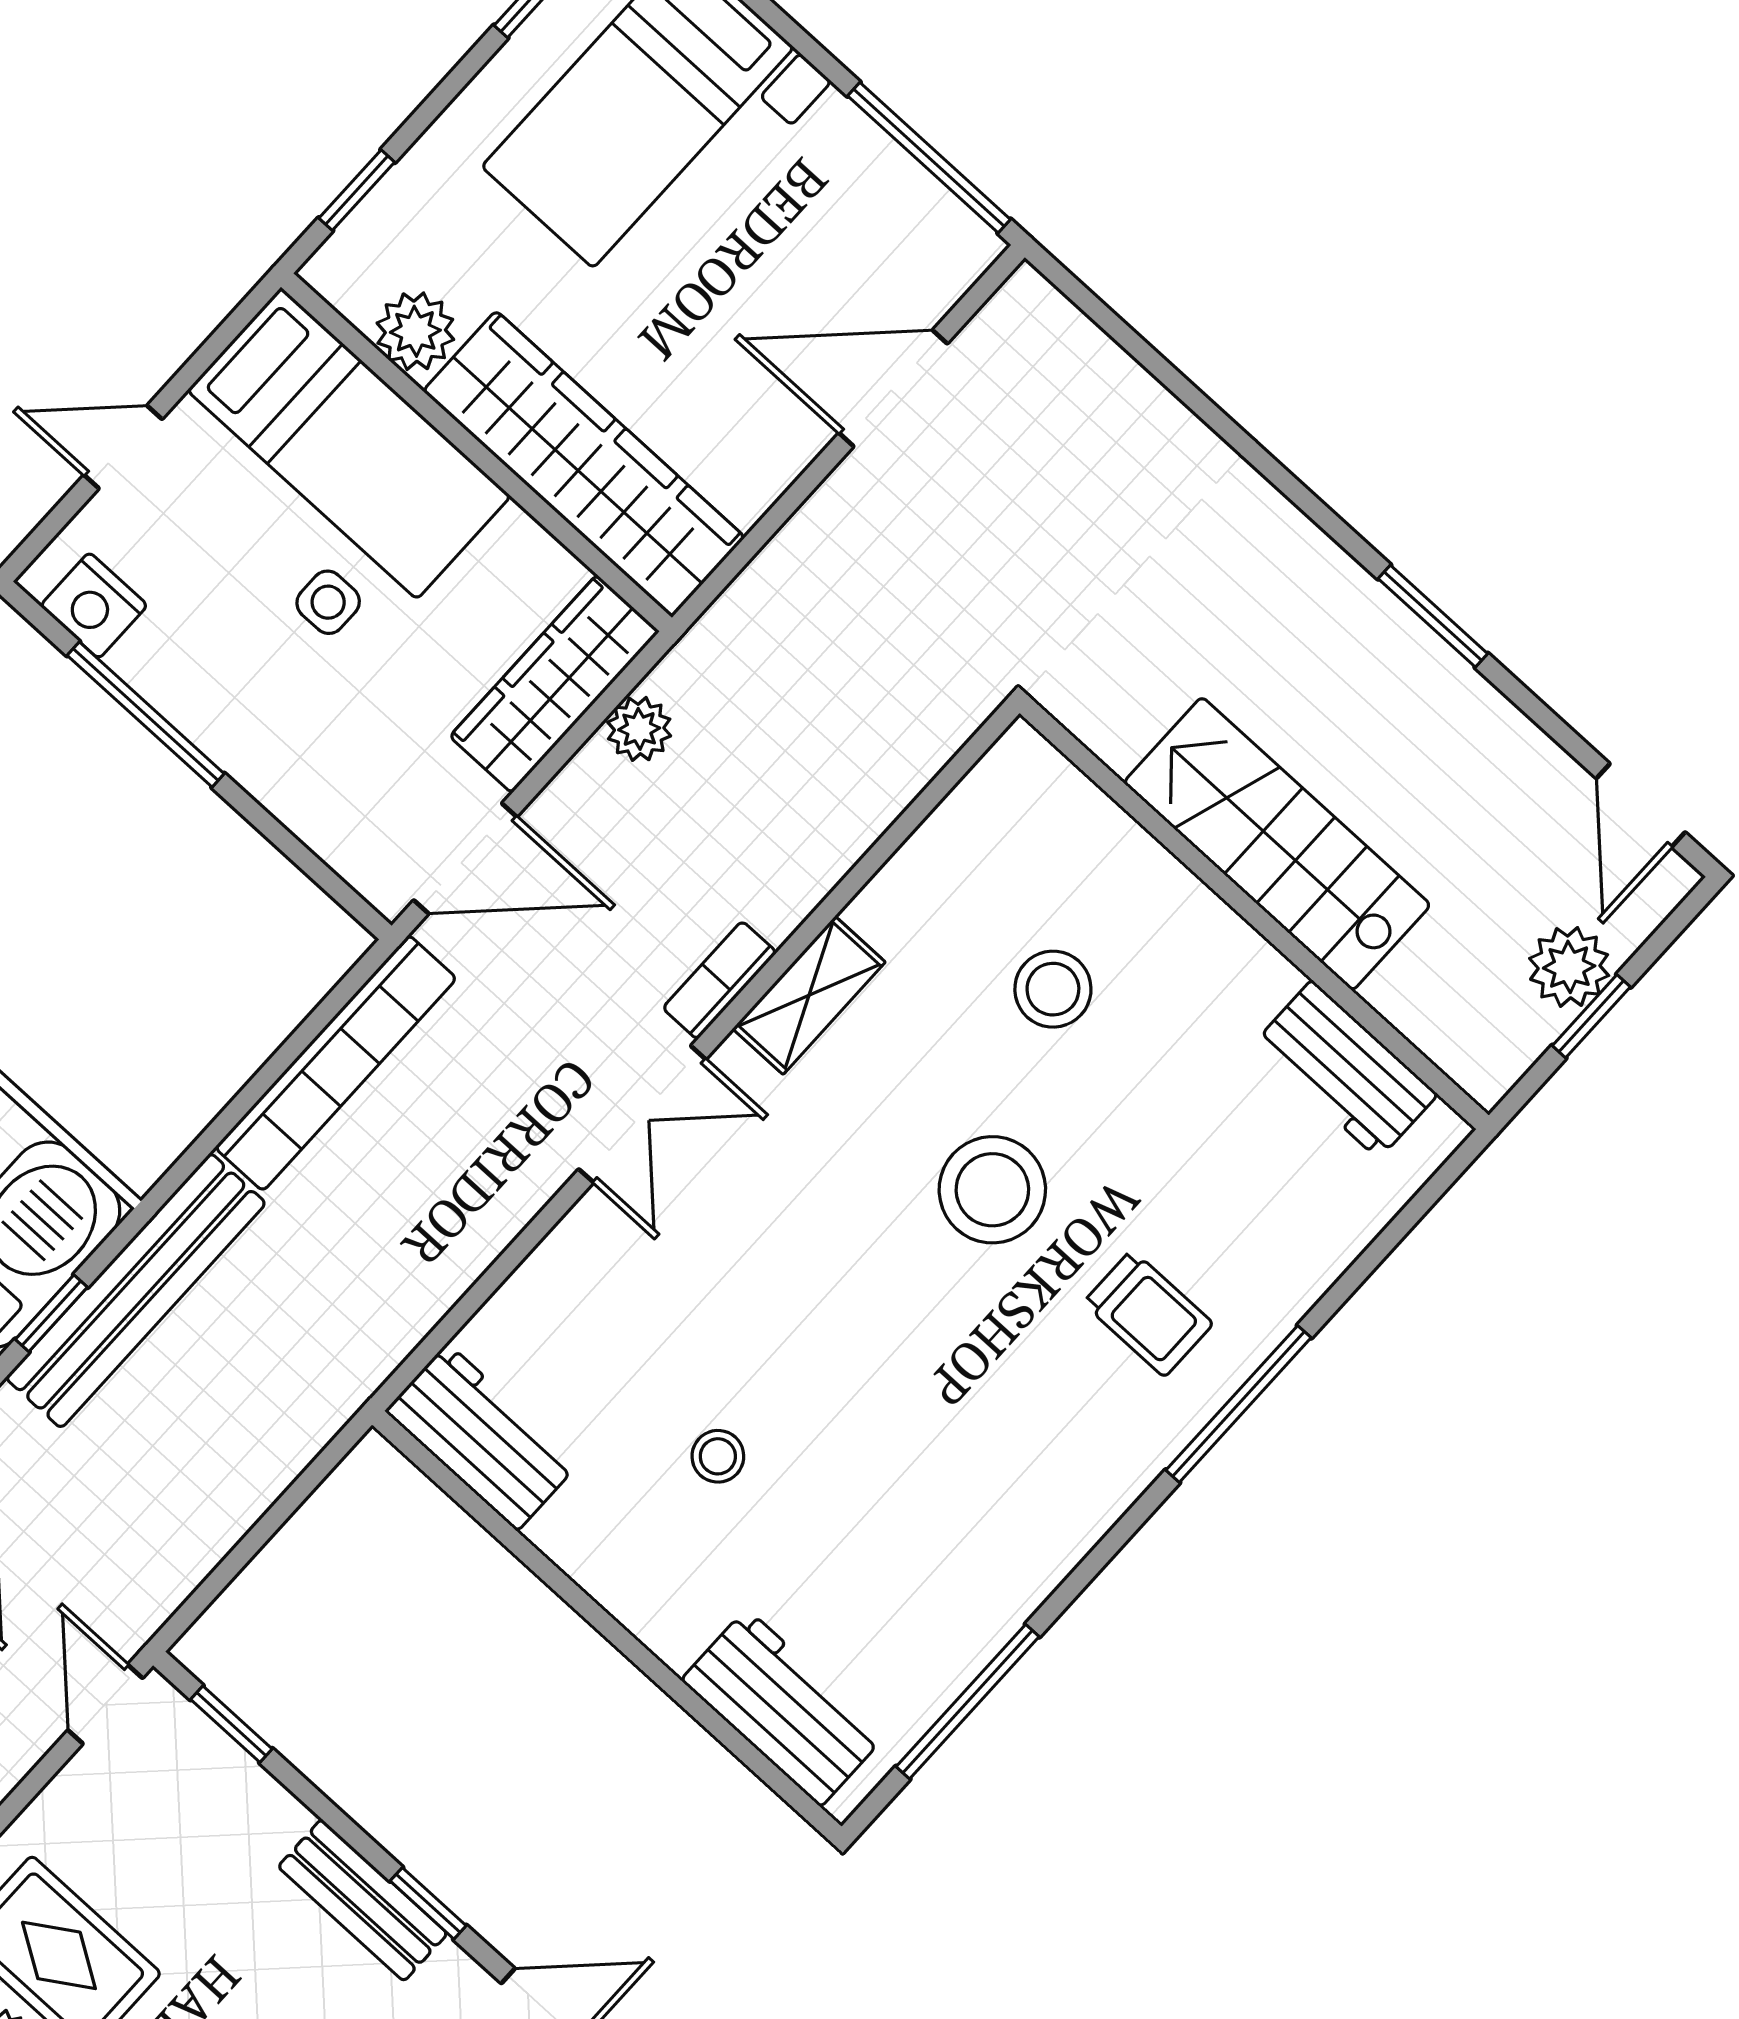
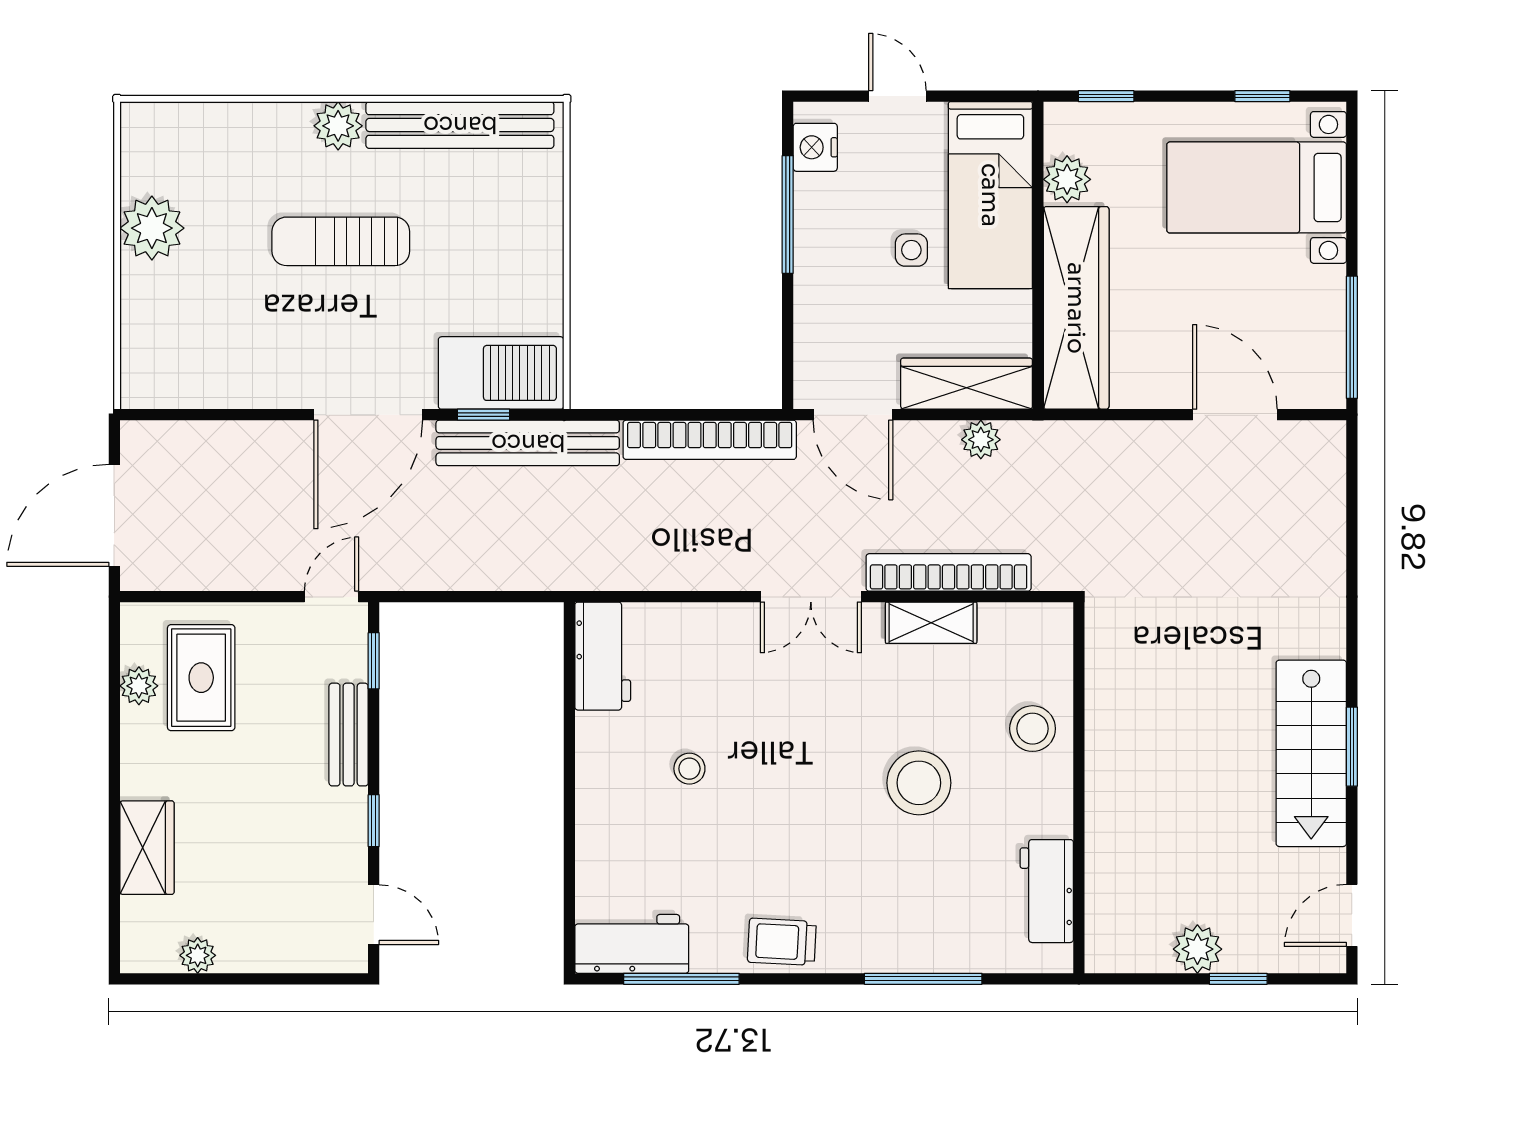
stairs: (1277, 844) -> (1311, 753), moved, turned 180
wall: (1254, 914) -> (1079, 788), moved
plant: (1569, 967) -> (1197, 949), moved
bookcase: (720, 980) -> (949, 572), width x2.31, depth x1.31
workbench: (1345, 1069) -> (1047, 891), moved
trolley: (1148, 1313) -> (782, 942), moved, turned 93
workbench: (783, 1708) -> (632, 944), moved, turned -90
bench: (363, 1900) -> (349, 735), moved

